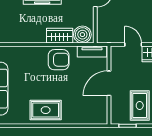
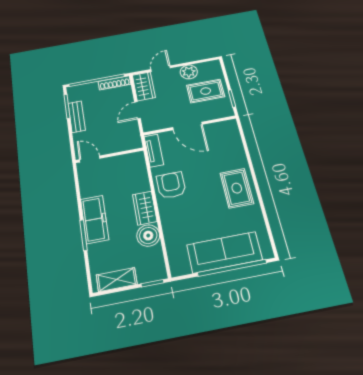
boiler: (82, 35) -> (148, 236), moved
wardrobe: (60, 36) -> (145, 208), moved

